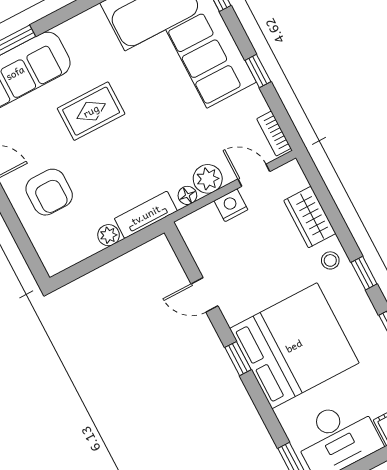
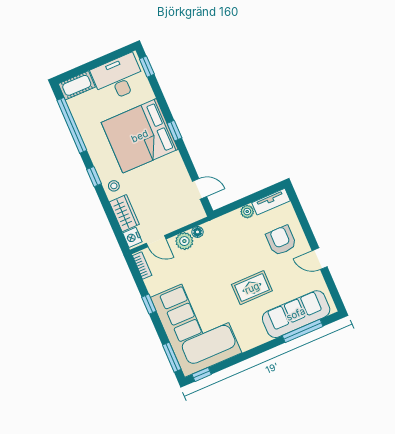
nightstand: (231, 205) -> (132, 237), moved, turned 90
tv unit: (146, 215) -> (271, 202), moved
door: (205, 295) -> (199, 189), moved

